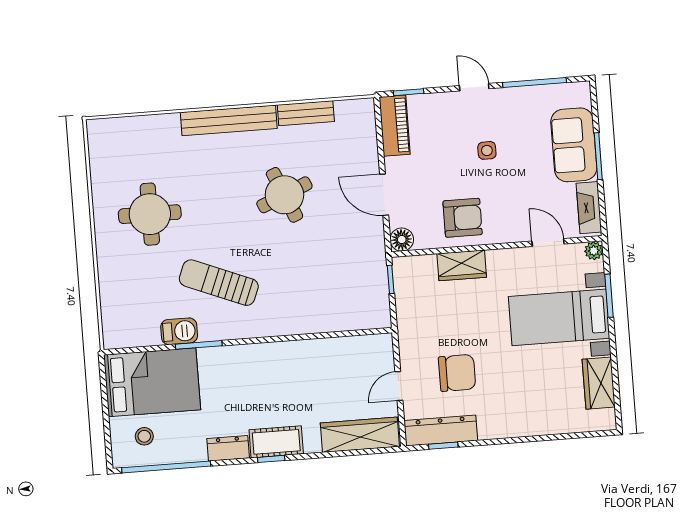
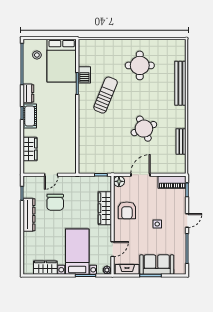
bench: (229, 120) -> (180, 83), moved
wardrobe: (462, 265) -> (105, 208), width x1.50
door: (399, 386) -> (51, 175), swing flipped
dresser: (441, 431) -> (29, 215), moved
wardrobe: (360, 435) -> (30, 149), width x0.67

